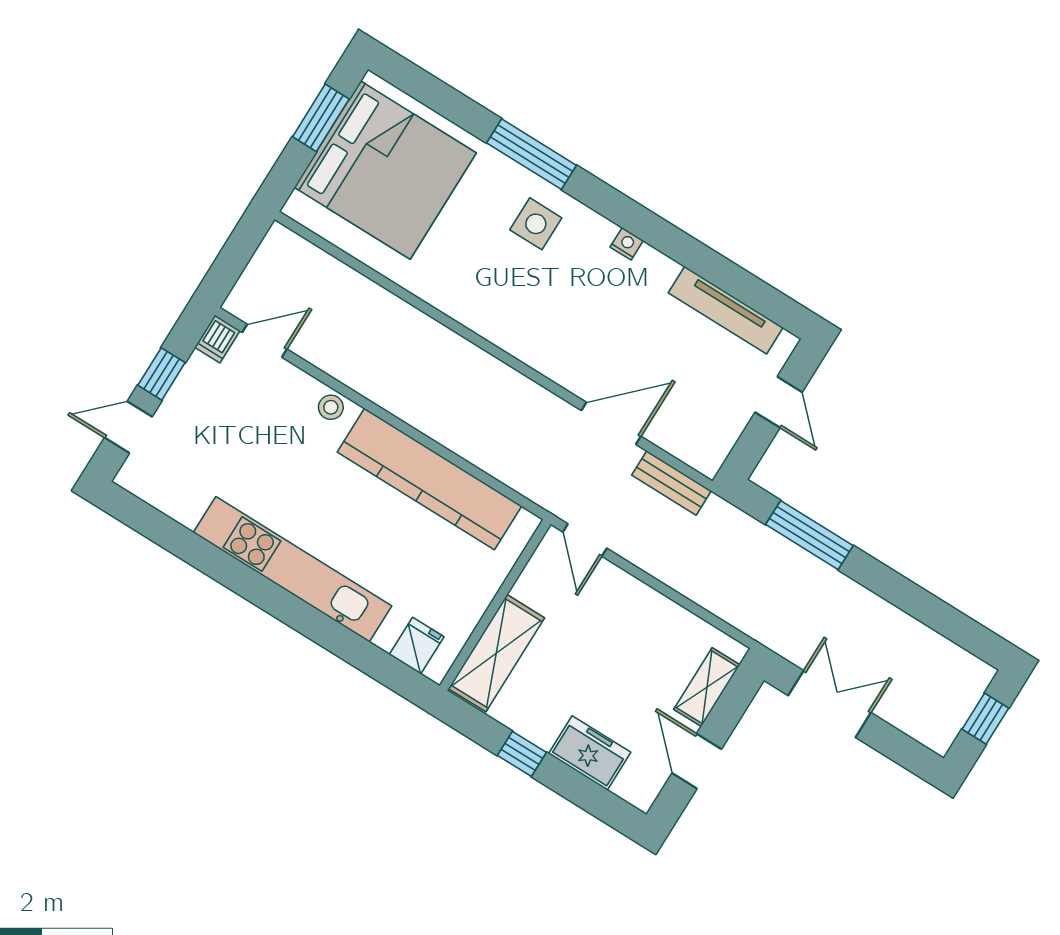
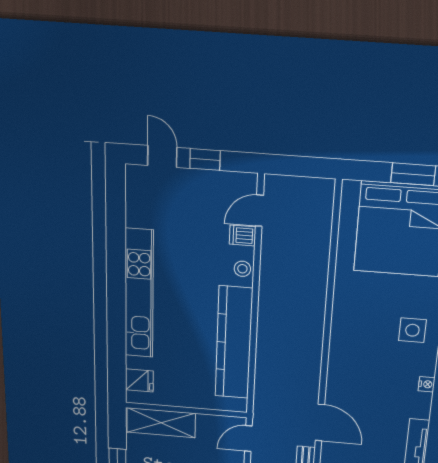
dishwasher: (217, 339) -> (242, 235), moved
door: (265, 341) -> (259, 211), swing flipped

